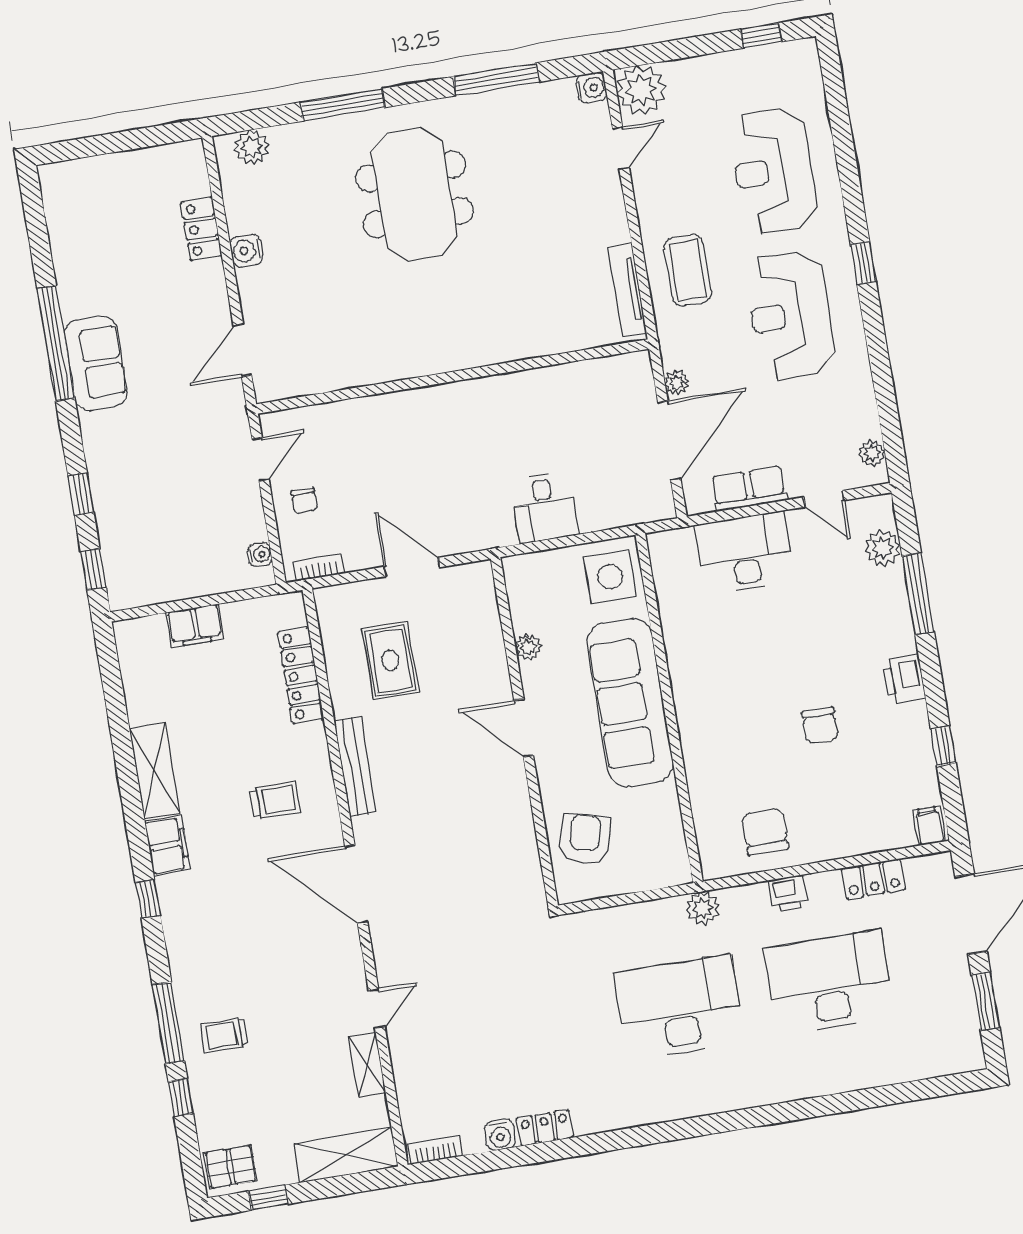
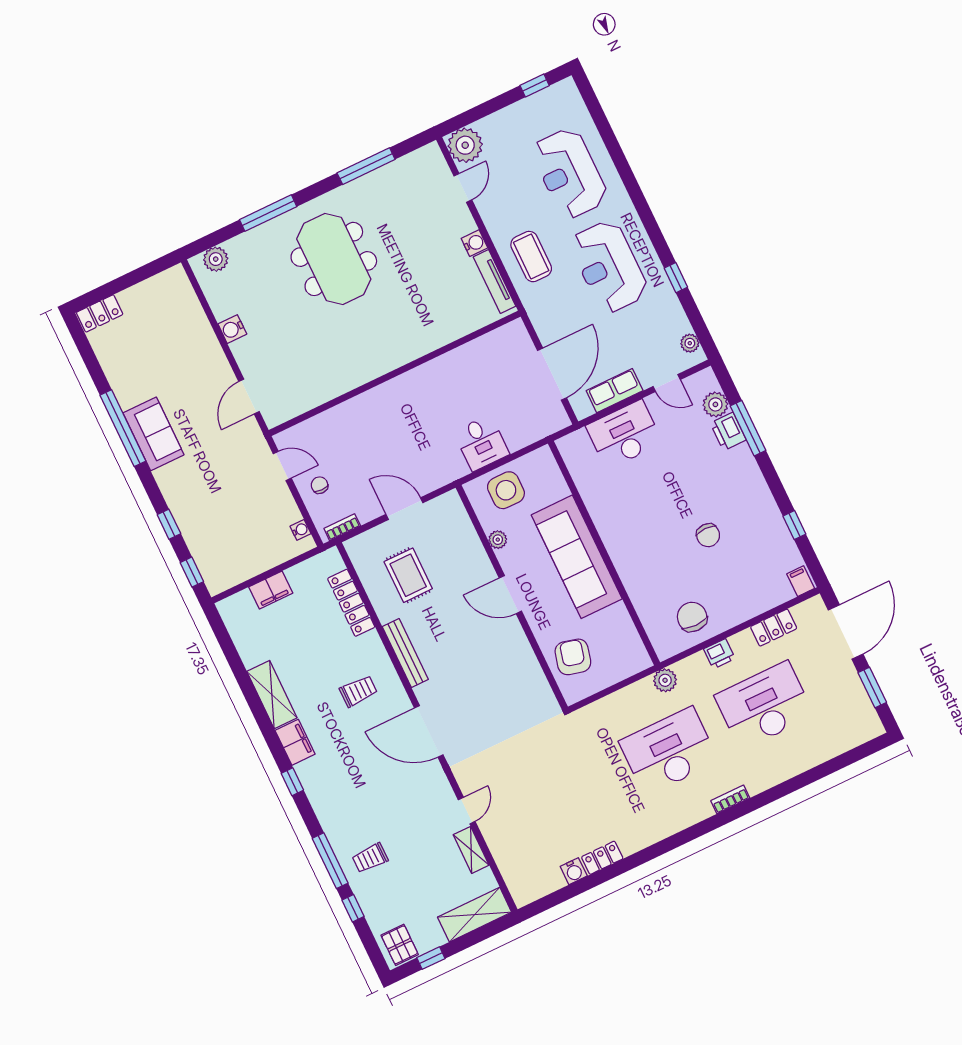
water cooler: (591, 88) -> (474, 243), moved
locker: (201, 229) -> (100, 313), moved, turned -90
window: (863, 263) -> (676, 278), moved
plant: (677, 382) -> (546, 334), removed
door: (260, 459) -> (282, 466), hinge flipped
chair: (304, 501) -> (320, 485), turned 180
side table: (610, 577) -> (506, 490), moved
printer: (904, 679) -> (728, 432), moved
bookcase: (435, 1150) -> (730, 799), moved
pallet: (231, 1167) -> (400, 945), turned 90

